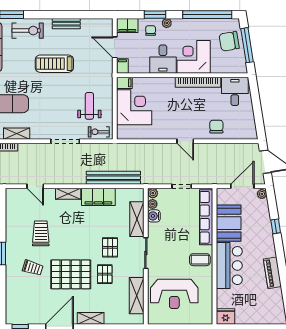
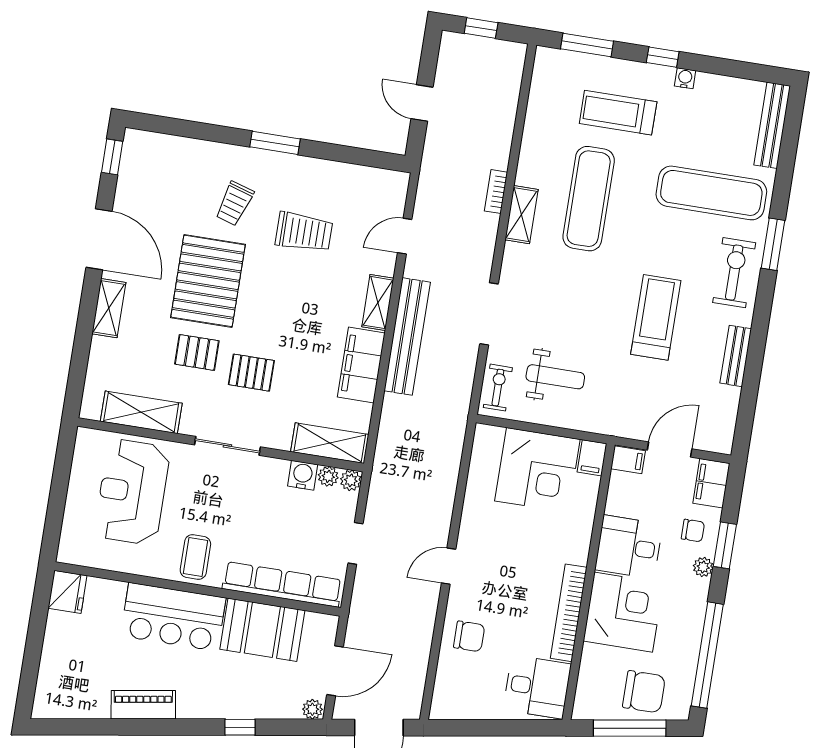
exercise bike: (28, 31) -> (734, 273), turned 180
chair: (229, 41) -> (644, 692), turned 100
bench: (113, 178) -> (407, 336), moved
door: (242, 186) -> (335, 671), hinge flipped
shelving: (137, 219) -> (330, 443), moved

